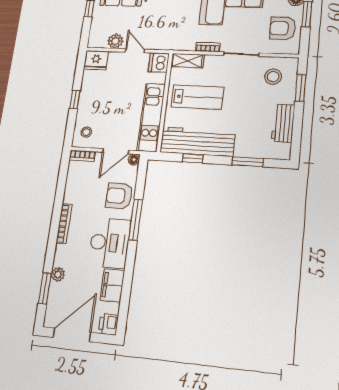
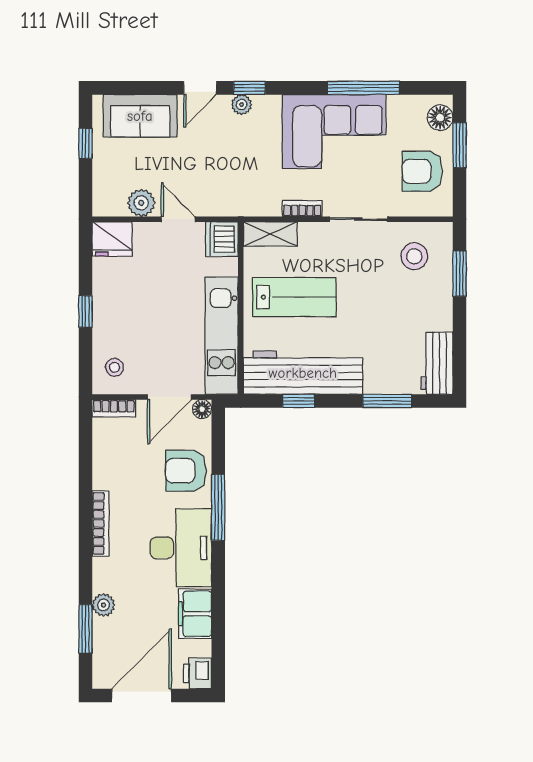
workbench: (283, 123) -> (437, 363), moved

